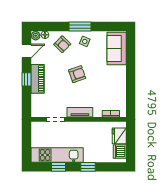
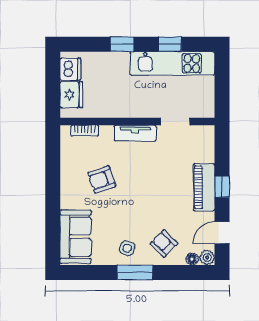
armchair: (77, 74) -> (102, 179), moved

